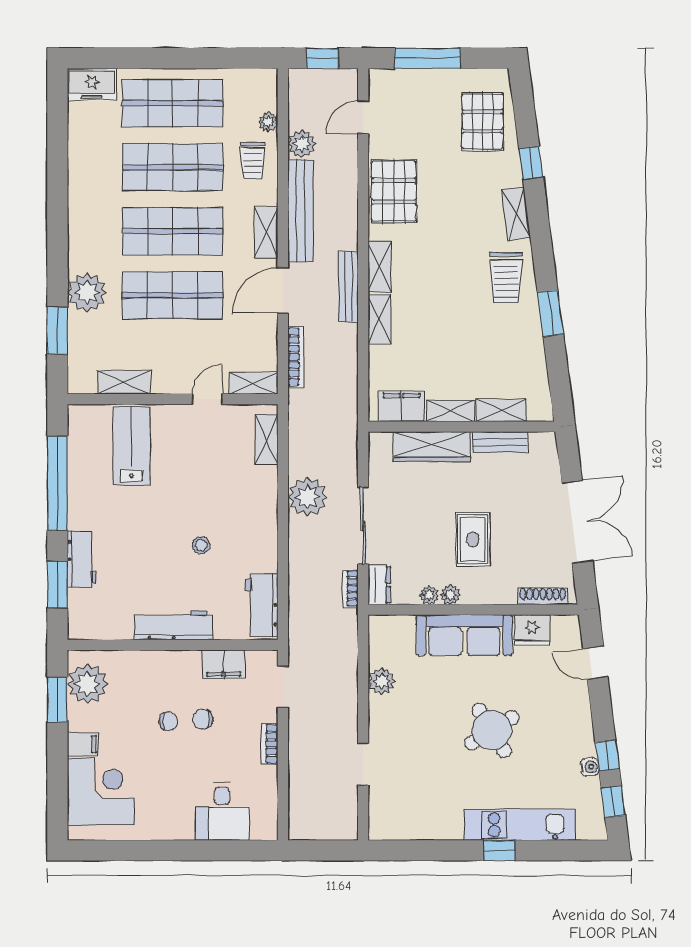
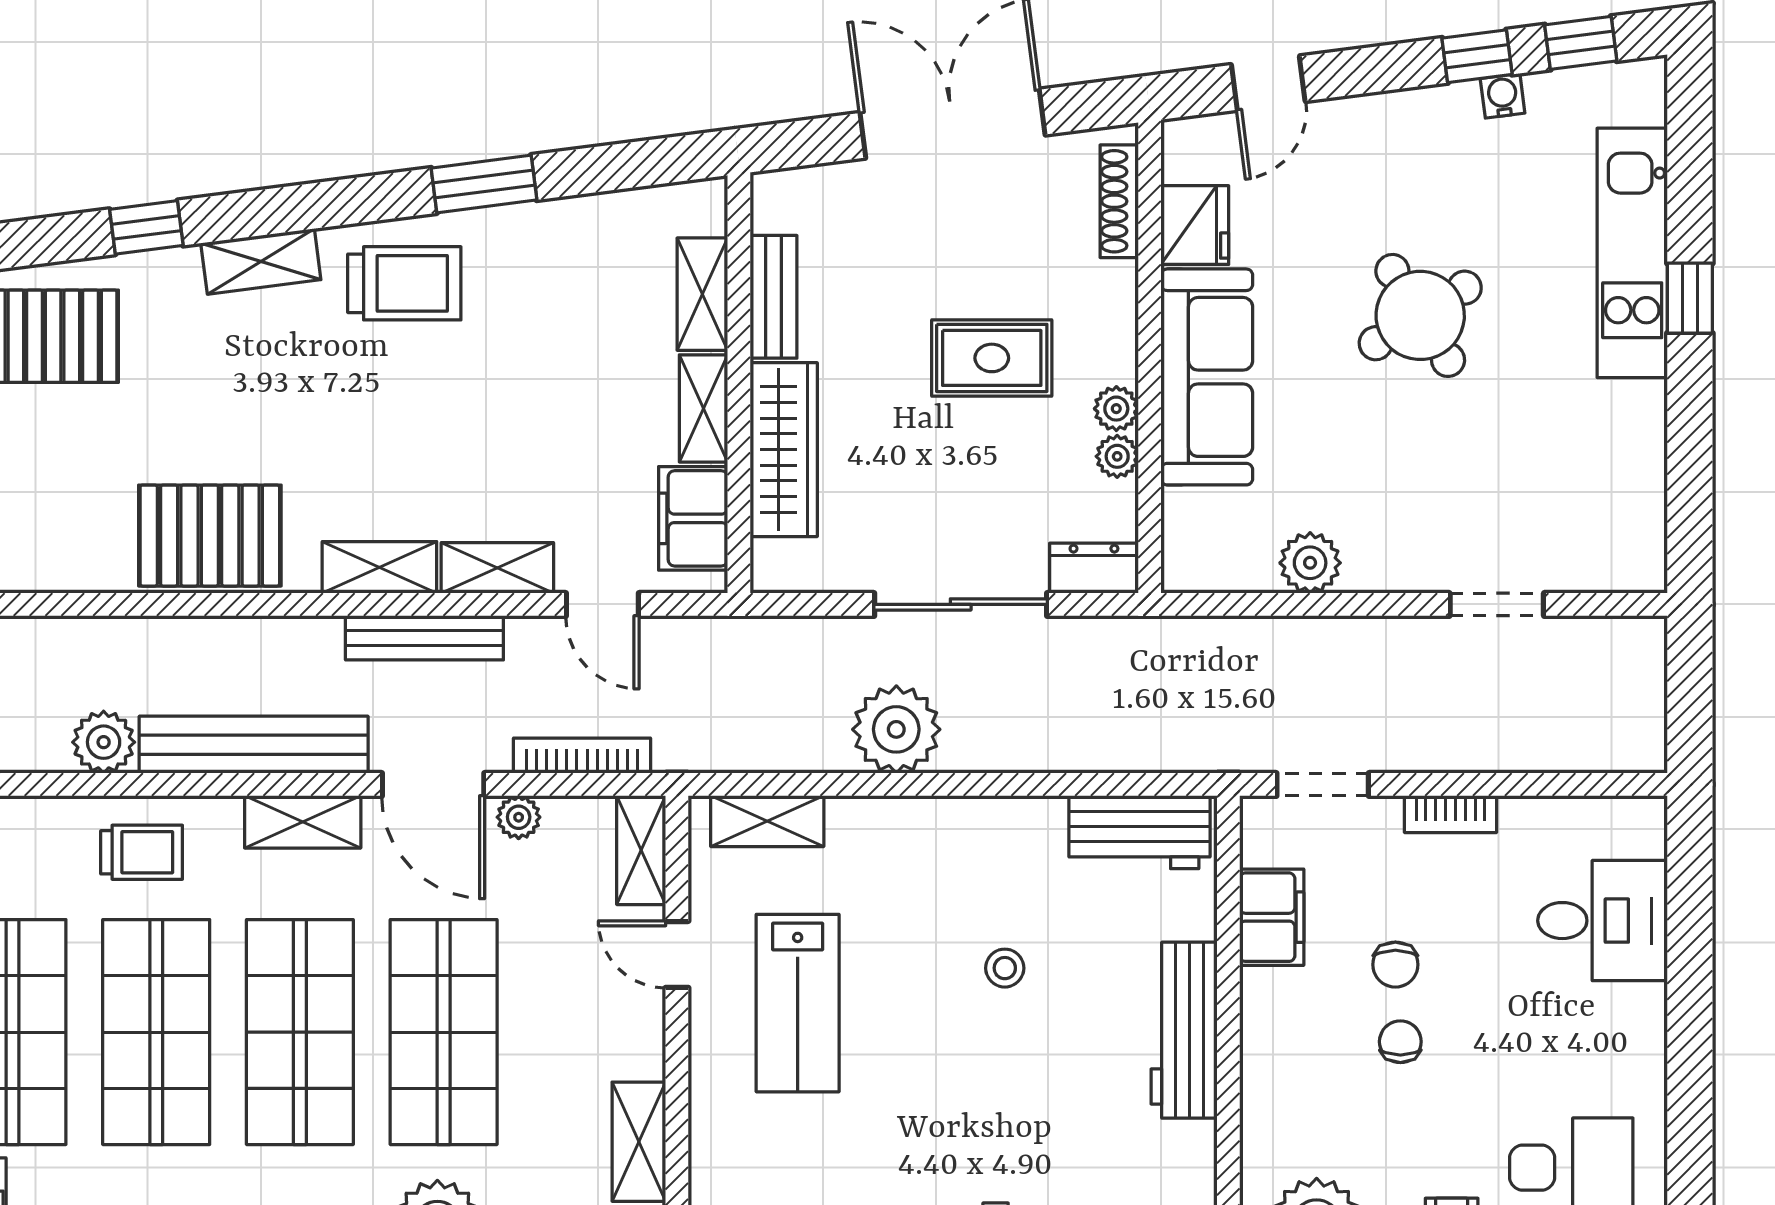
door: (363, 117) -> (602, 604), moved
plant: (268, 122) -> (519, 817), moved
lab bench: (131, 446) -> (798, 1003), moved, turned -90
bookcase: (351, 588) -> (1102, 633), removed

